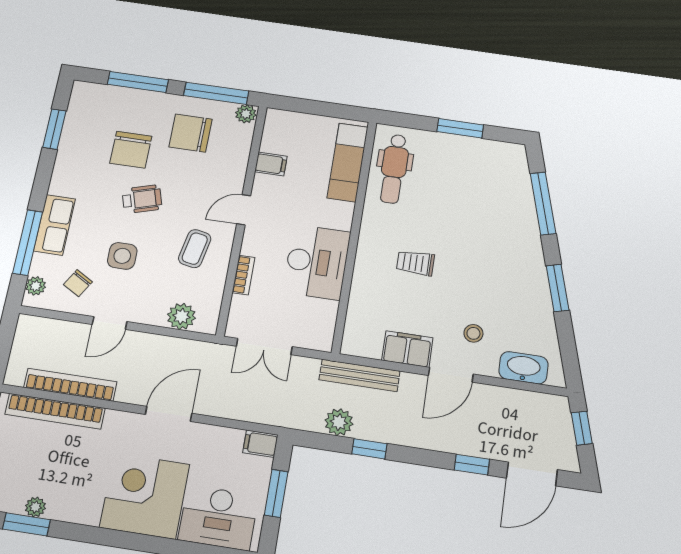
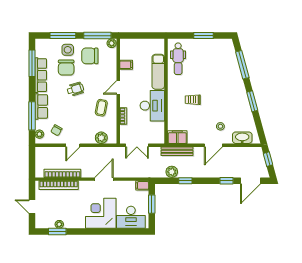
window: (54, 129) -> (32, 63), width x1.44
row of seats: (69, 157) -> (41, 75), added
exam couch: (348, 162) -> (158, 72), moved
side table: (122, 256) -> (68, 50), moved
filing cabinet: (407, 349) -> (177, 137), moved

